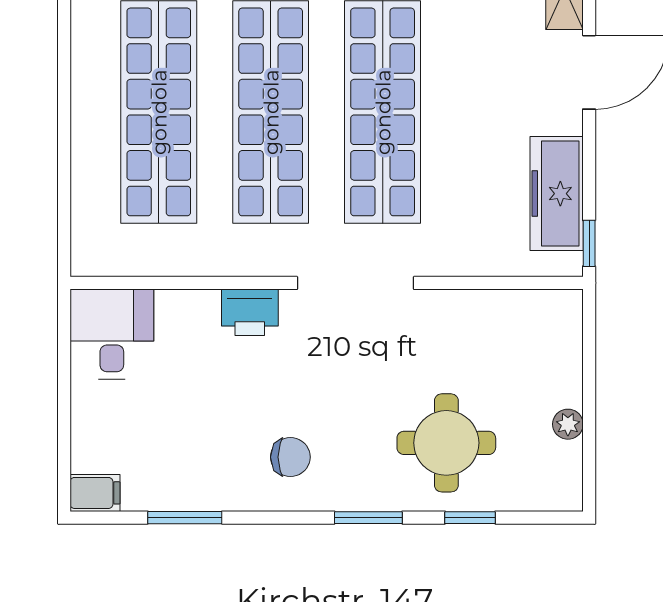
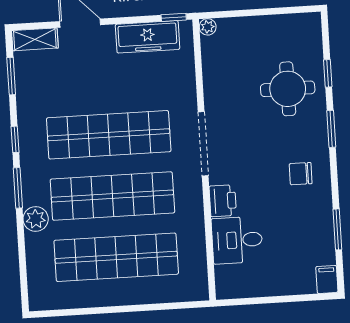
desk: (112, 334) -> (237, 240), moved
plant: (568, 424) -> (208, 27), moved
chair: (290, 457) -> (301, 174), turned -90

